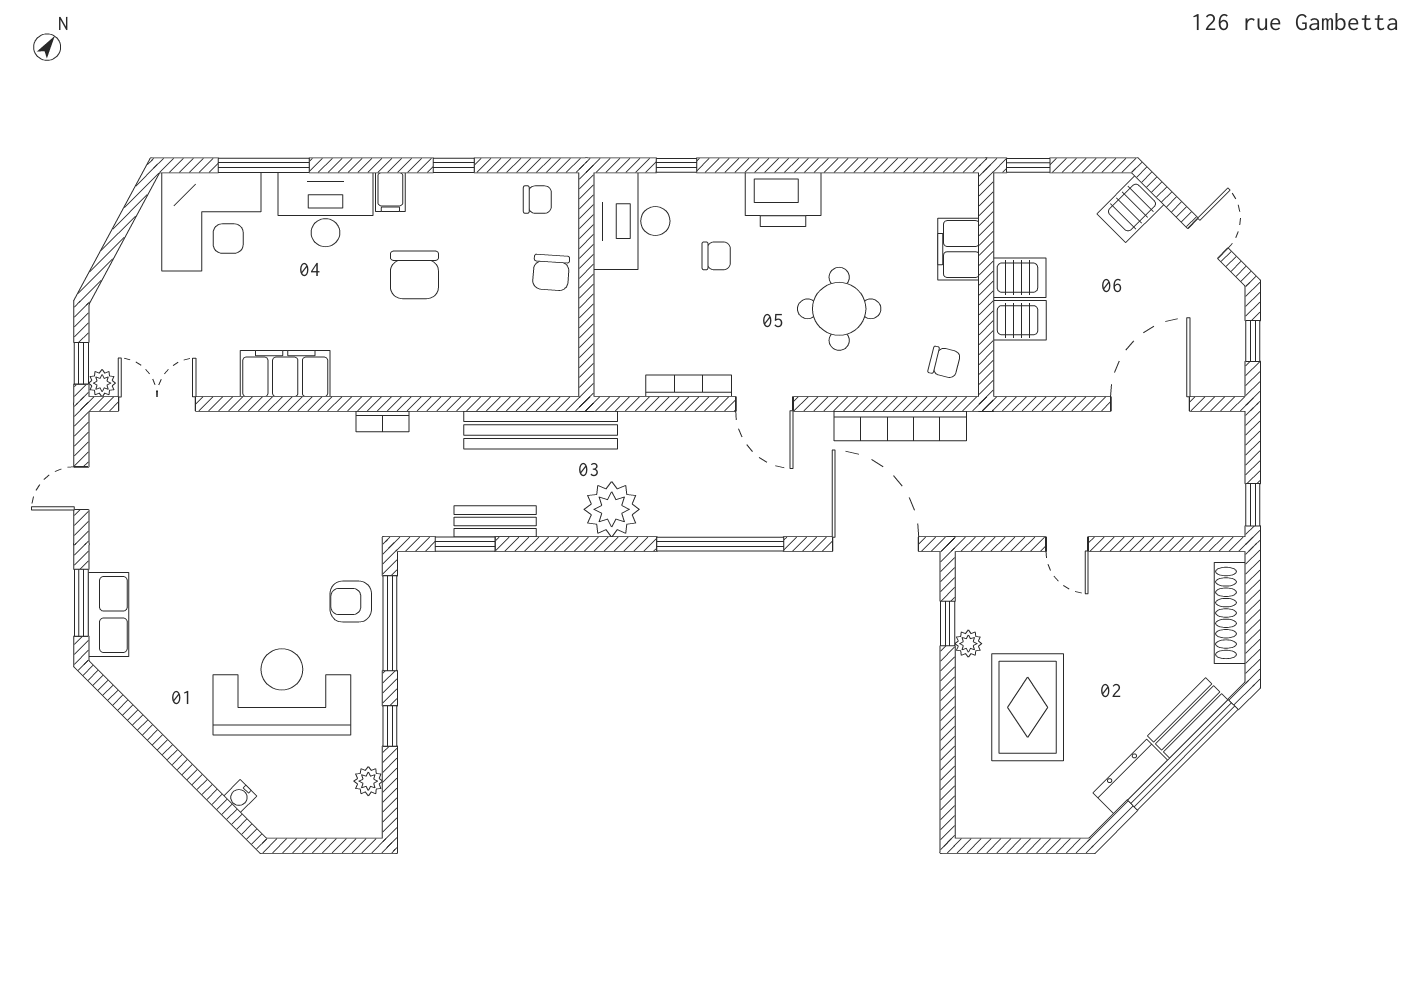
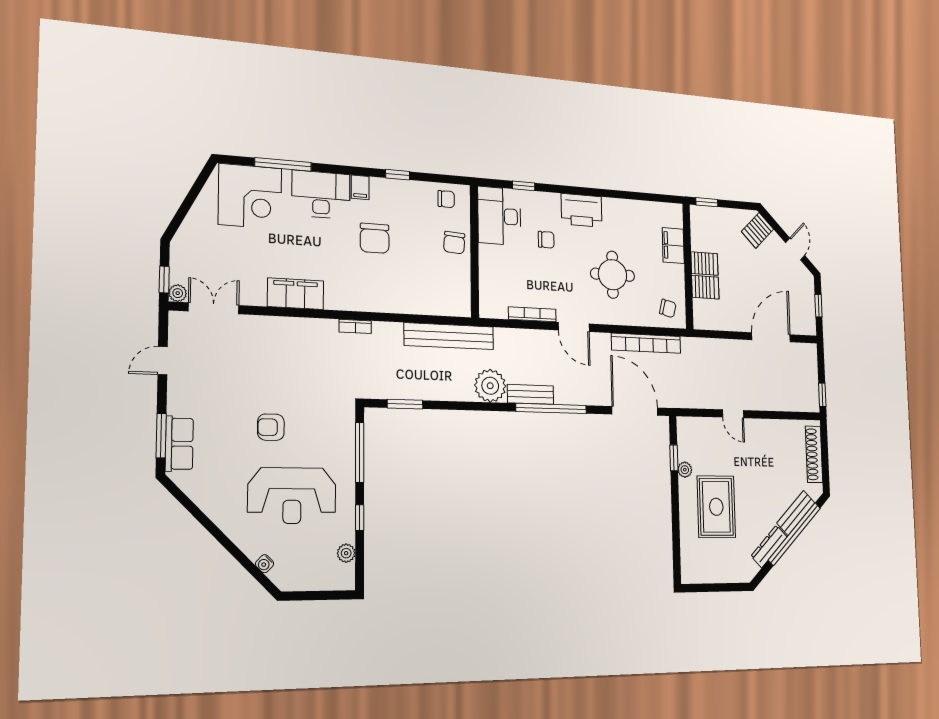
bench: (495, 521) -> (531, 394), moved
armchair: (351, 602) -> (271, 427), moved
reception desk: (282, 692) -> (292, 496), turned 180

